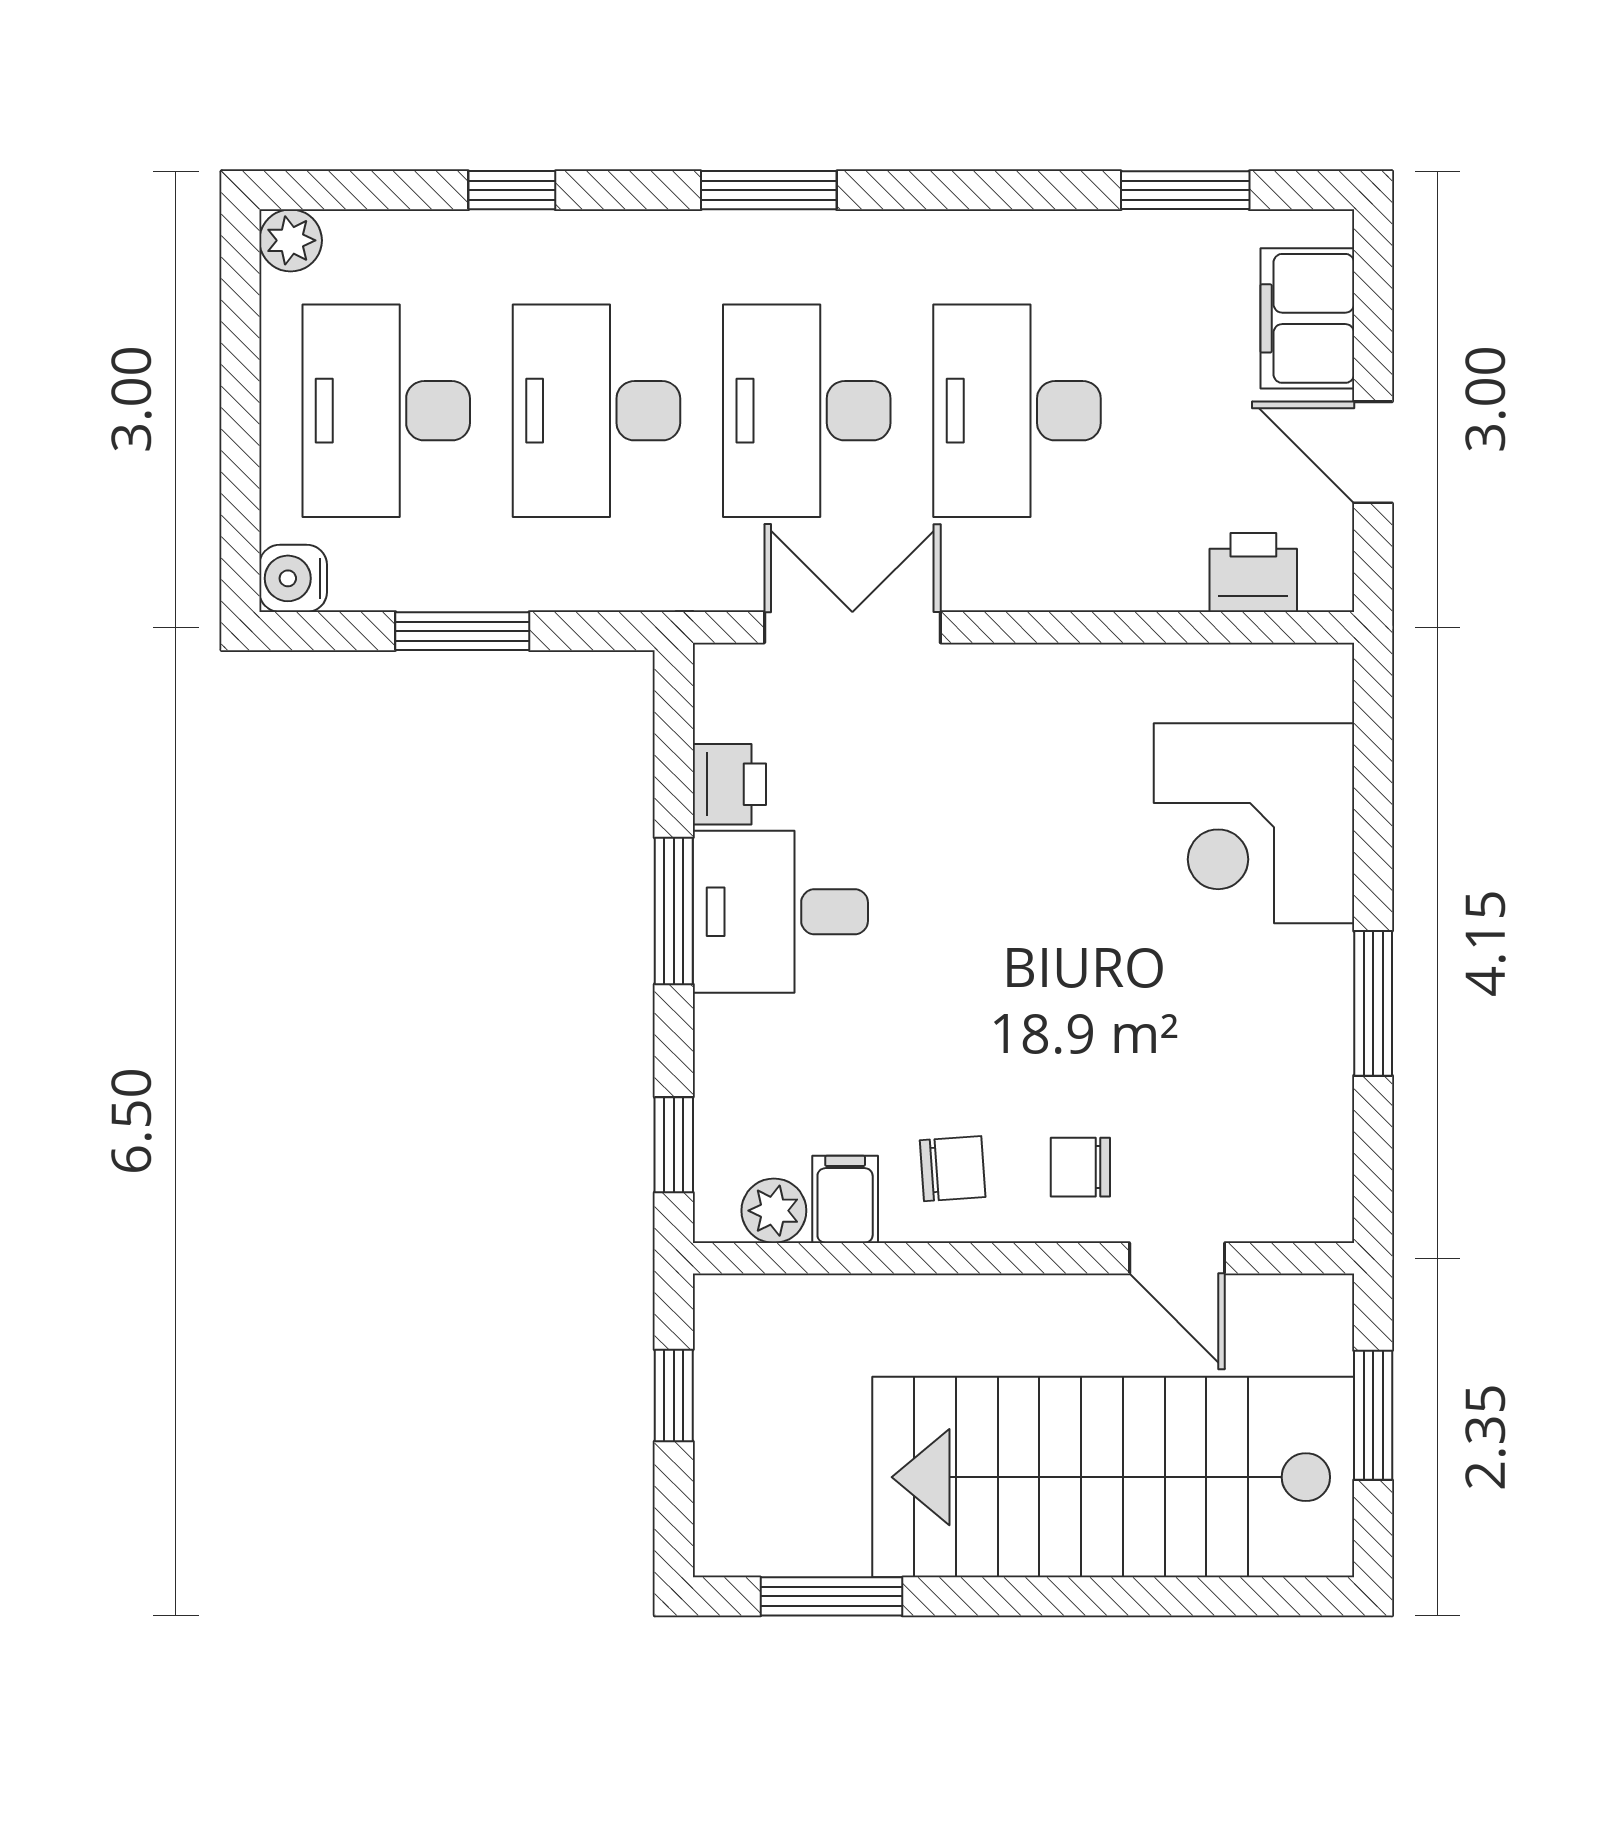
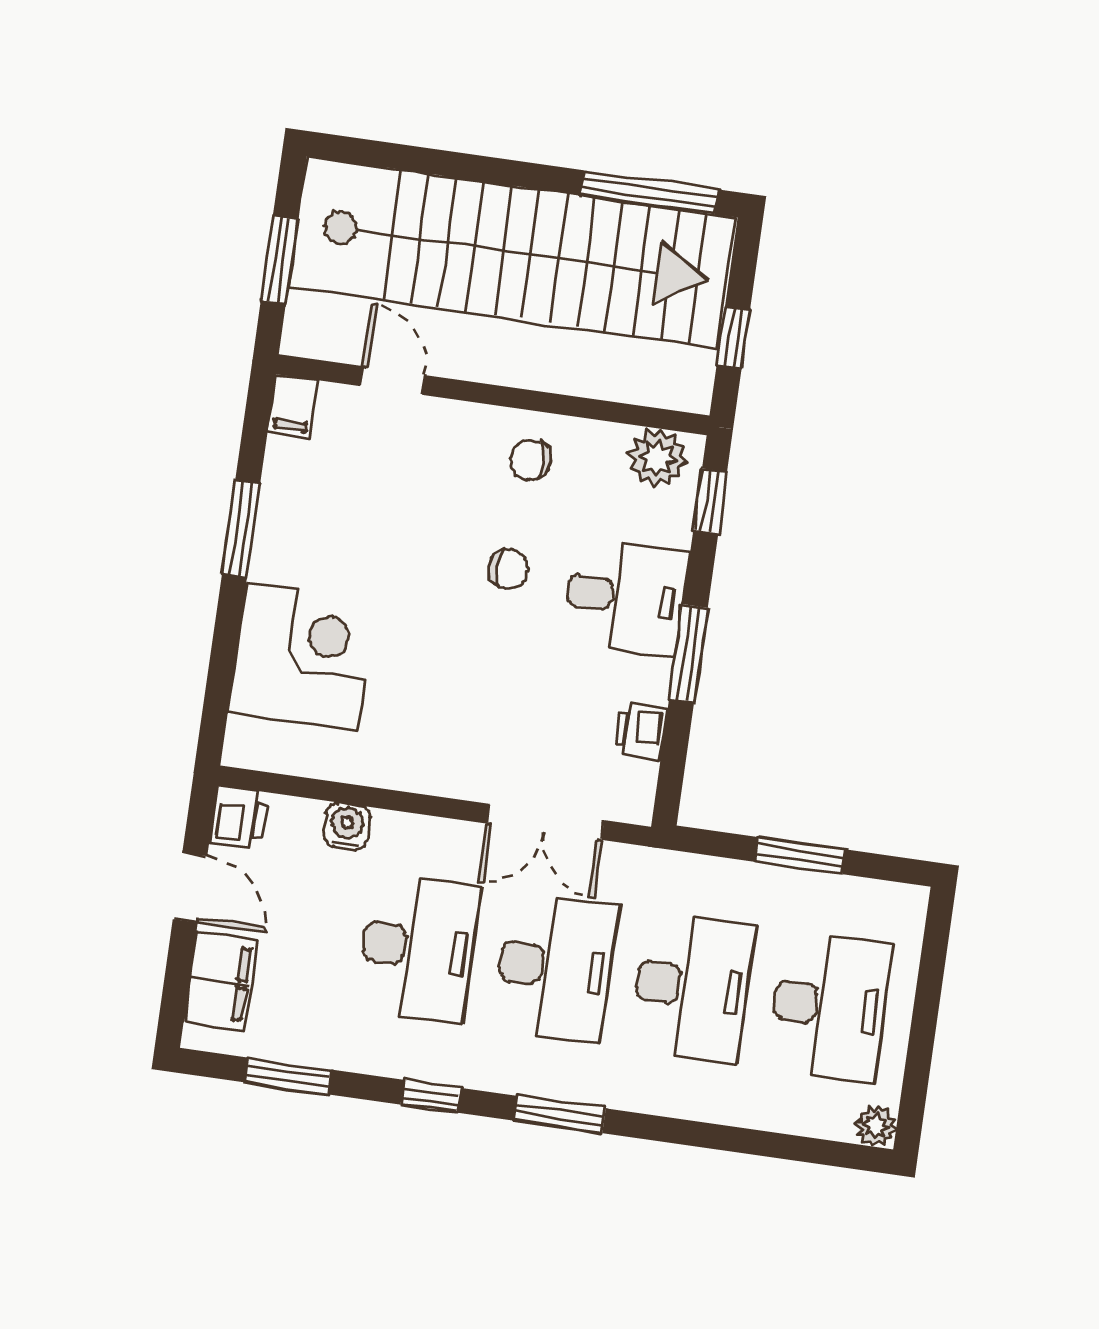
window: (512, 190) -> (431, 1096), moved
printer: (1253, 572) -> (239, 817), moved, turned -90
water cooler: (293, 578) -> (347, 826), moved, turned -90
desk: (780, 912) -> (626, 597), moved
chair: (1080, 1167) -> (509, 569), moved
filing cabinet: (845, 1199) -> (293, 406), moved
plant: (774, 1211) -> (658, 458), width x1.38, depth x1.38
stairs: (1113, 1477) -> (512, 252), width x1.36
window: (831, 1596) -> (649, 192), width x1.44

